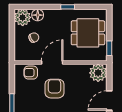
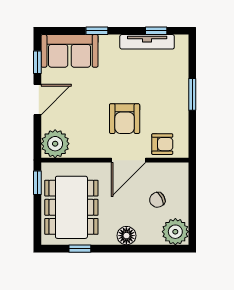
window: (68, 7) -> (80, 249), moved
floor lamp: (38, 15) -> (126, 236), moved
dining table: (88, 33) -> (71, 207), width x1.38

